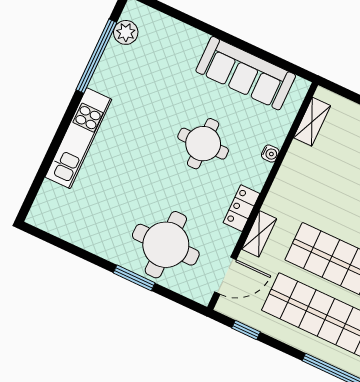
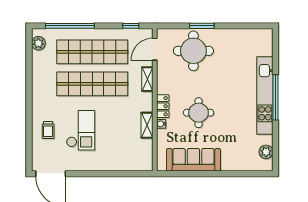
window: (96, 56) -> (276, 97), moved
shelving: (312, 122) -> (147, 125), moved
kitchen unit: (78, 138) -> (265, 95), width x1.36
locker: (242, 208) -> (163, 106), moved

